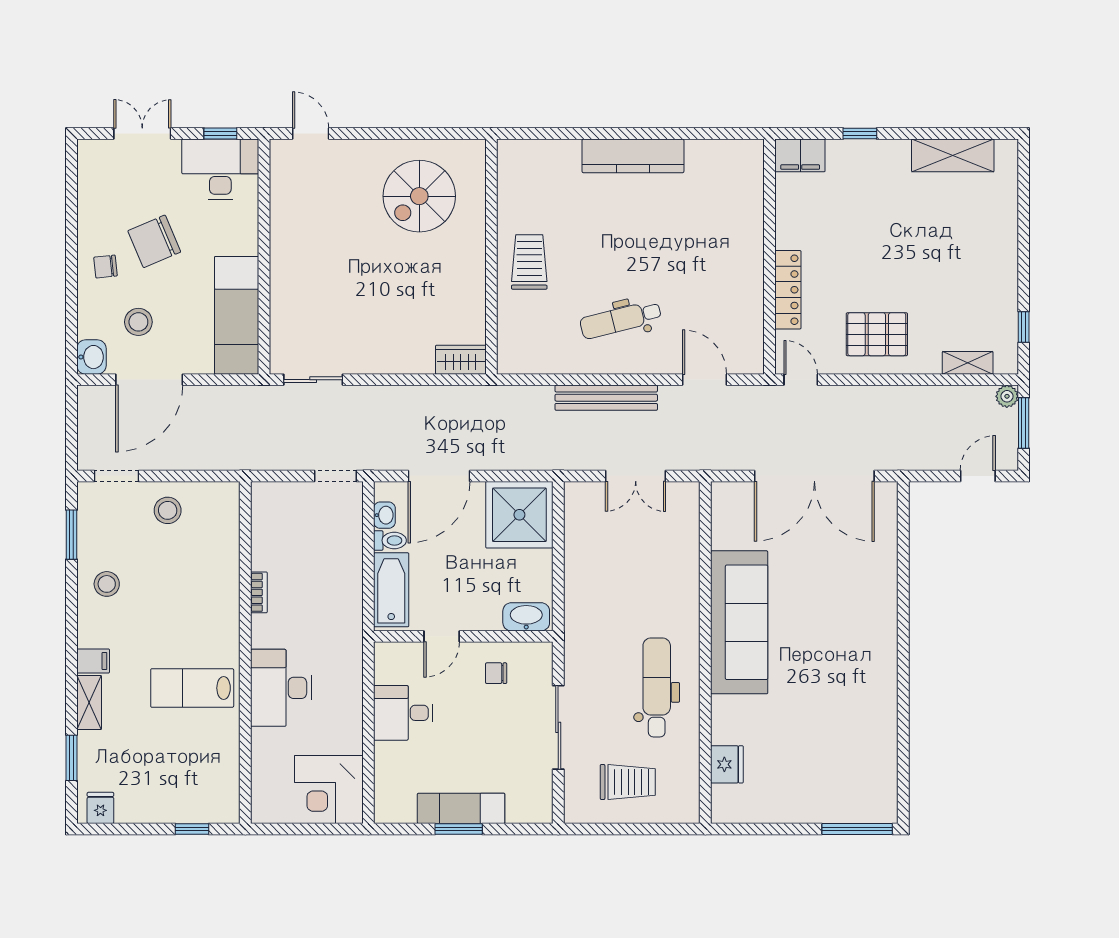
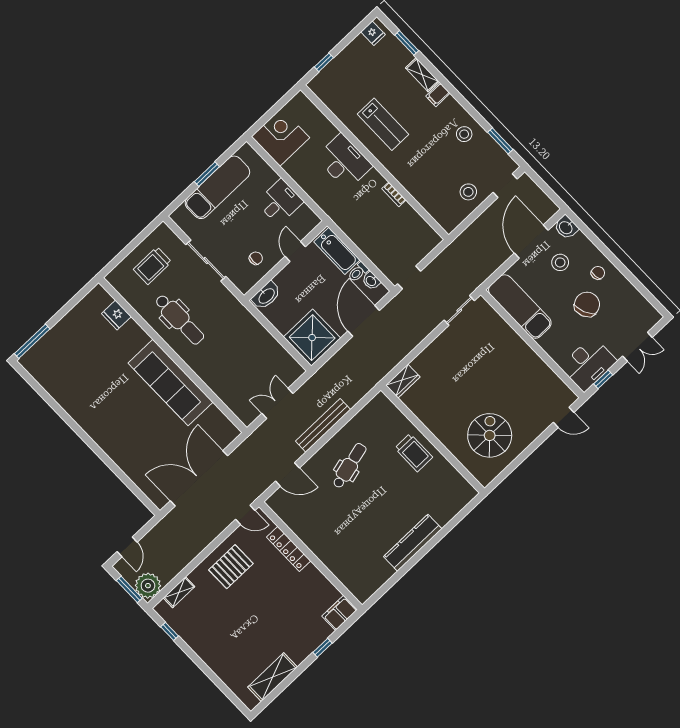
plant: (1007, 396) -> (148, 586), width x1.87, depth x1.87
lab bench: (192, 688) -> (383, 124), turned 90
exam couch: (461, 808) -> (217, 187), width x1.36, depth x1.45

